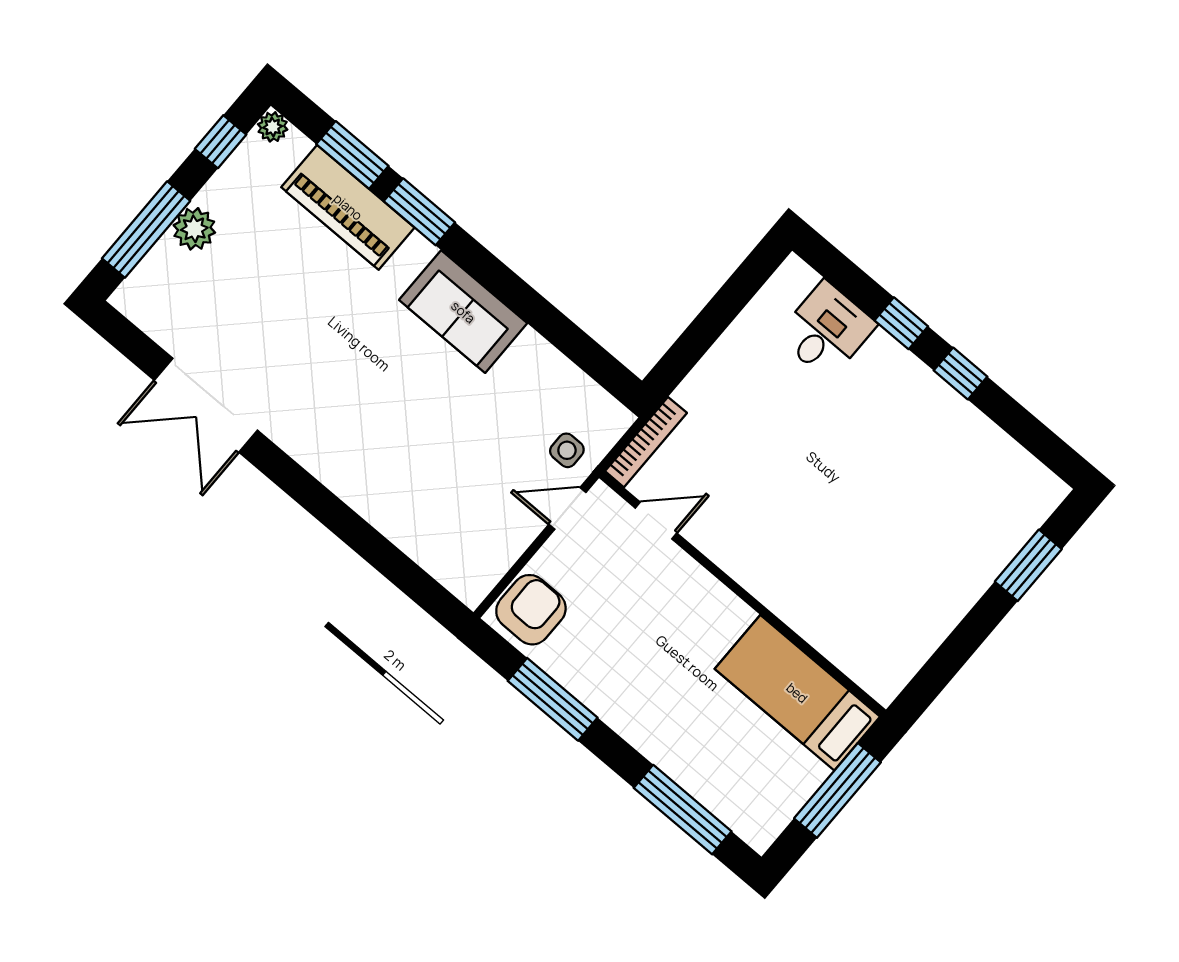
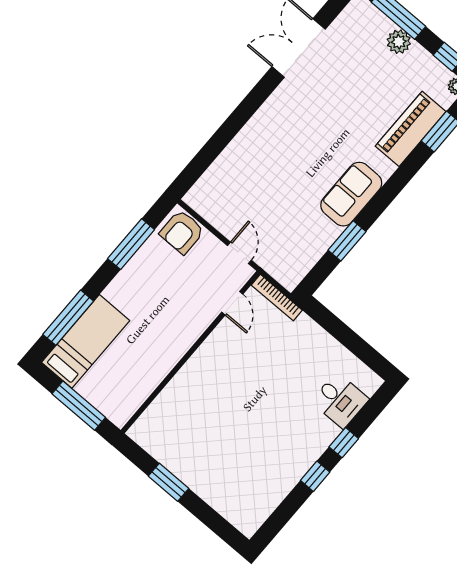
window: (419, 212) -> (347, 241), moved
side table: (567, 450) -> (272, 253), removed
window: (1028, 565) -> (169, 482), moved
armchair: (531, 610) -> (182, 232), turned 90
bed: (797, 693) -> (86, 341), moved

